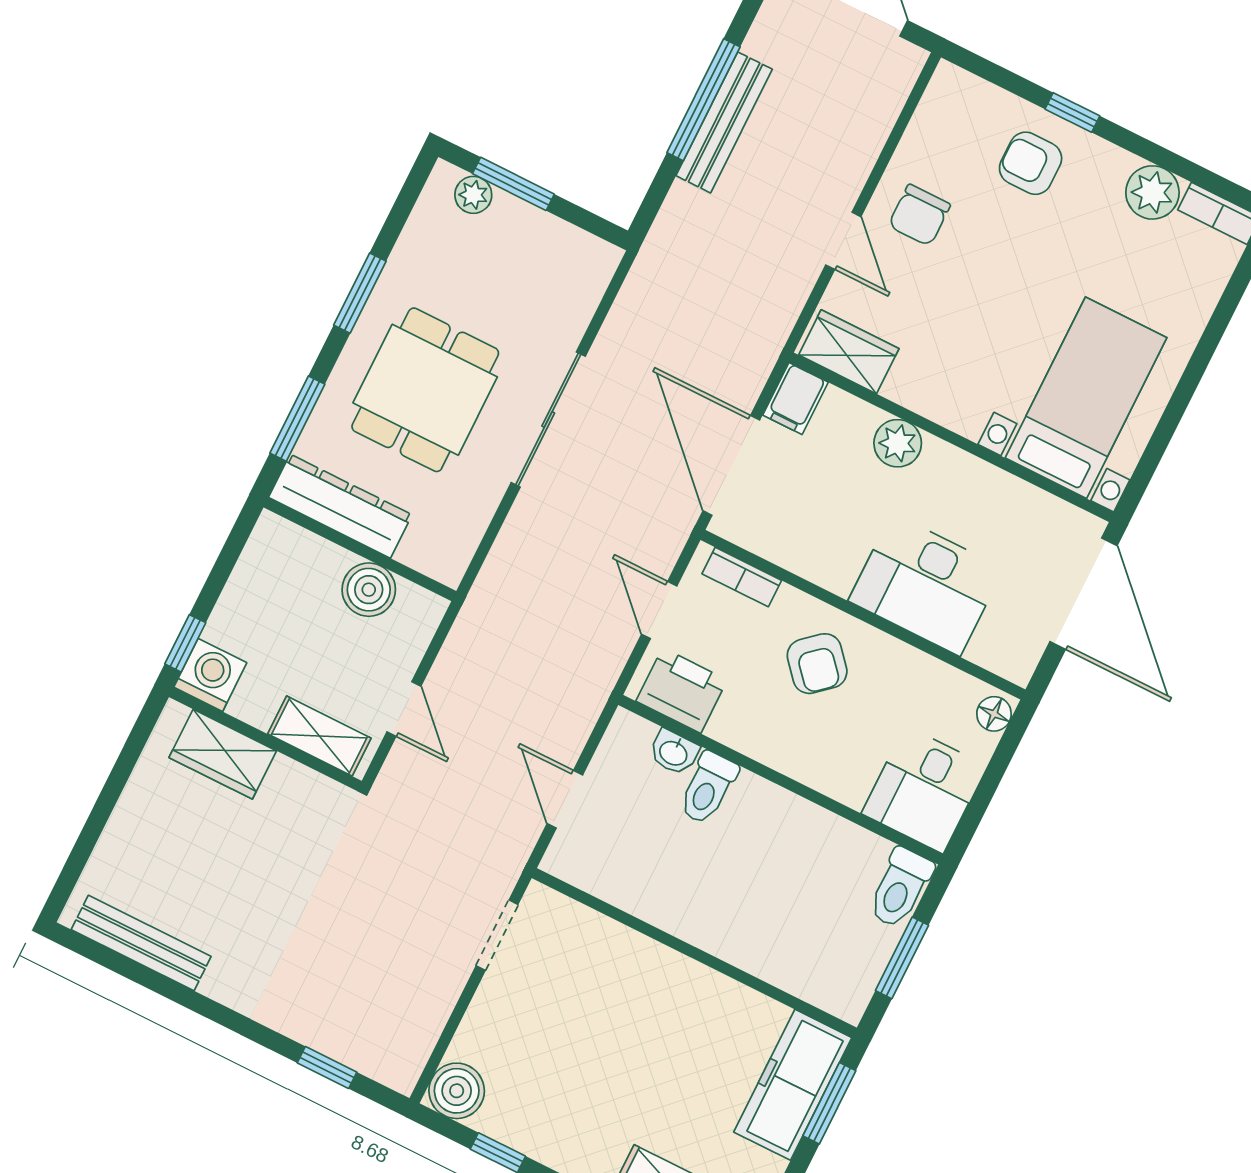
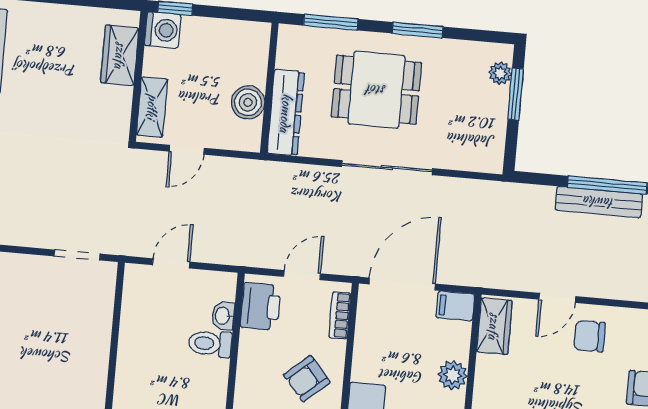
dresser: (340, 506) -> (286, 113), moved

